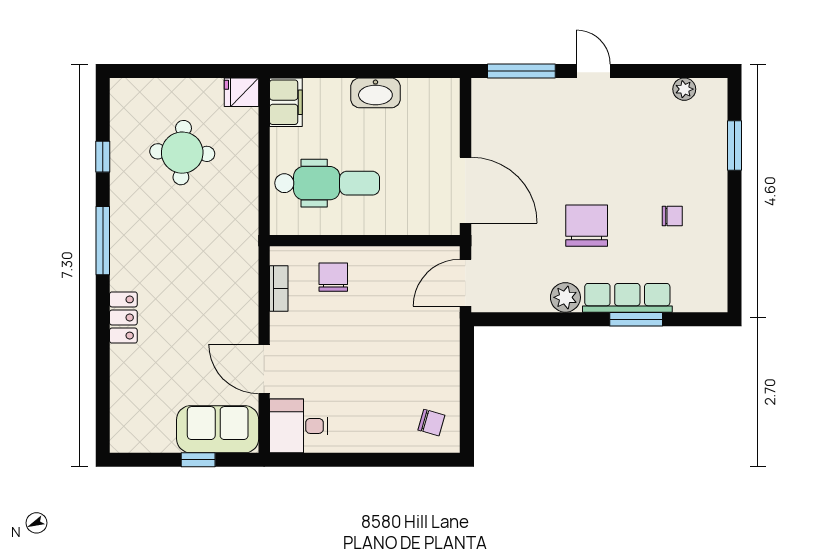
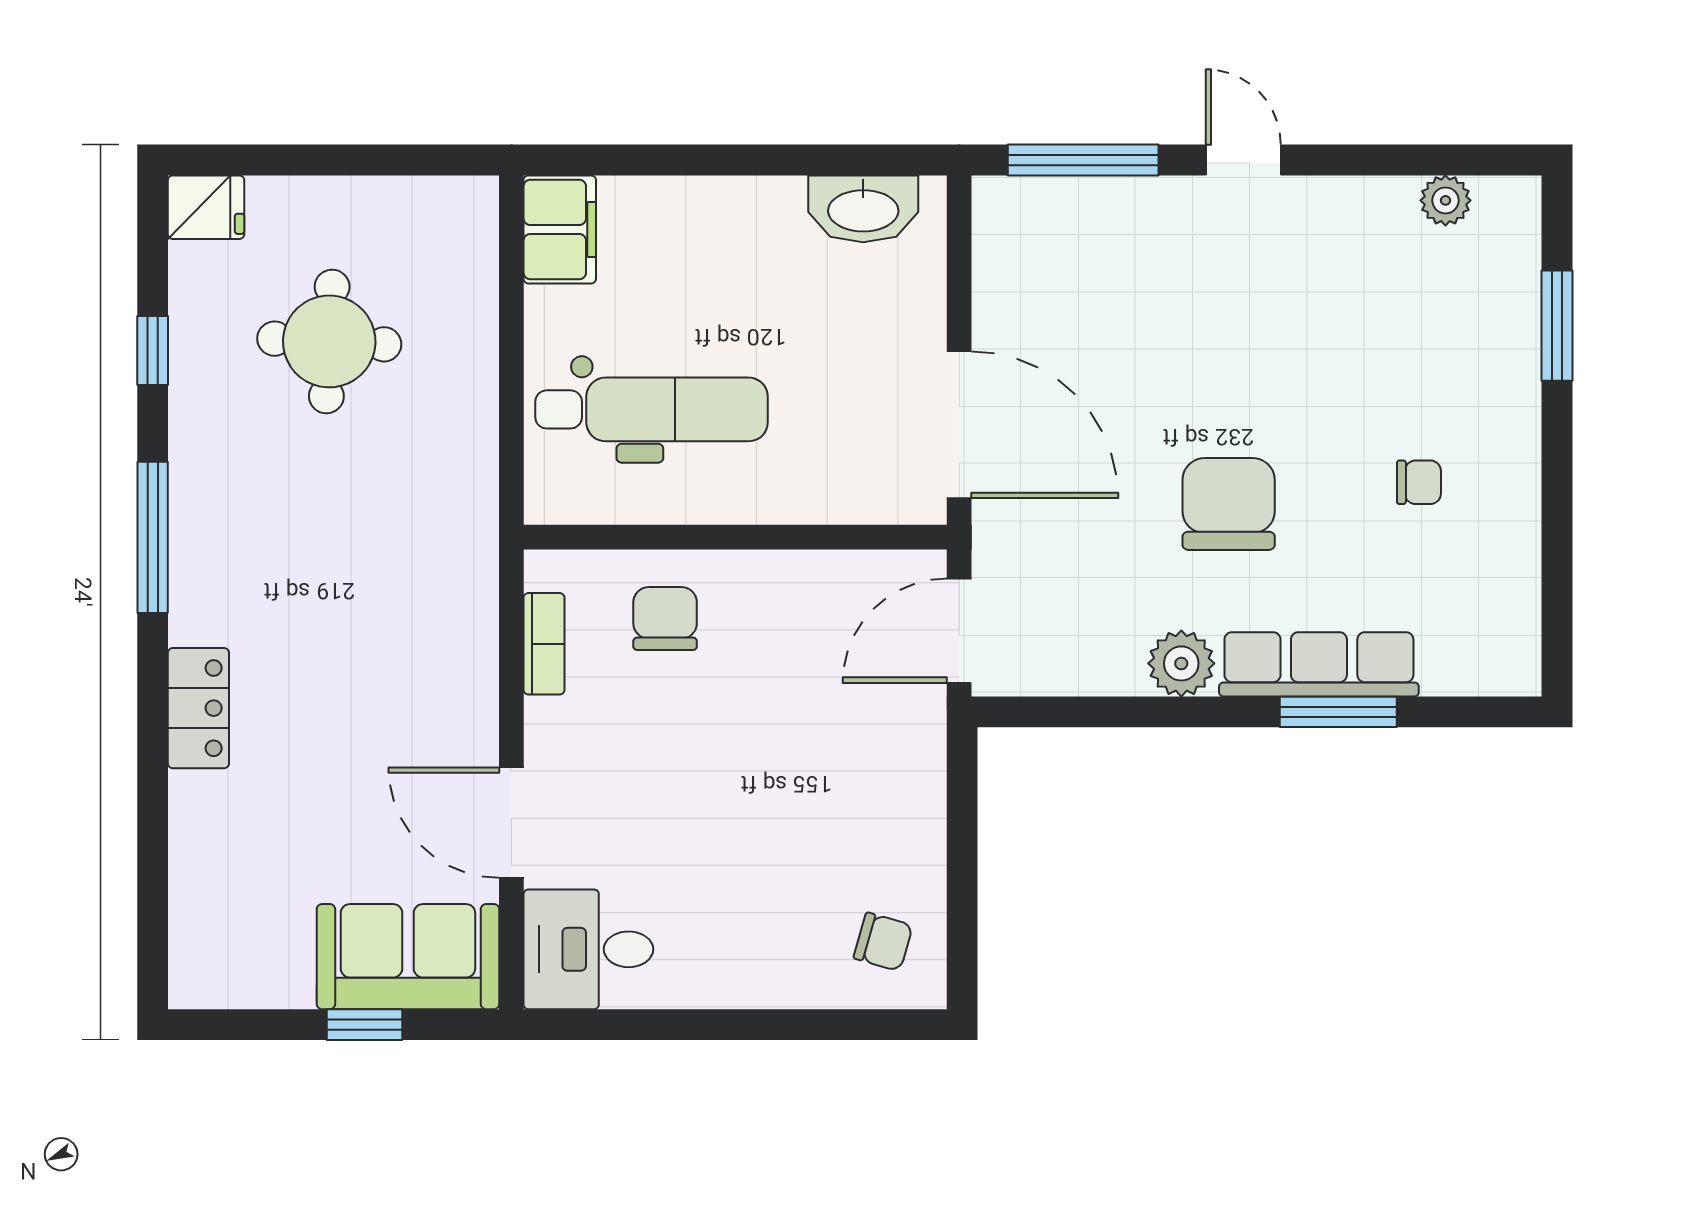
fridge: (242, 92) -> (206, 207), moved, turned 180
washbasin: (375, 93) -> (863, 209), moved

